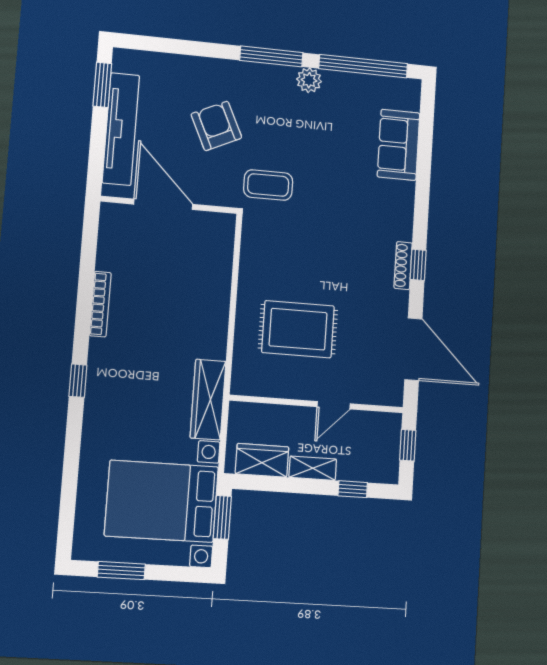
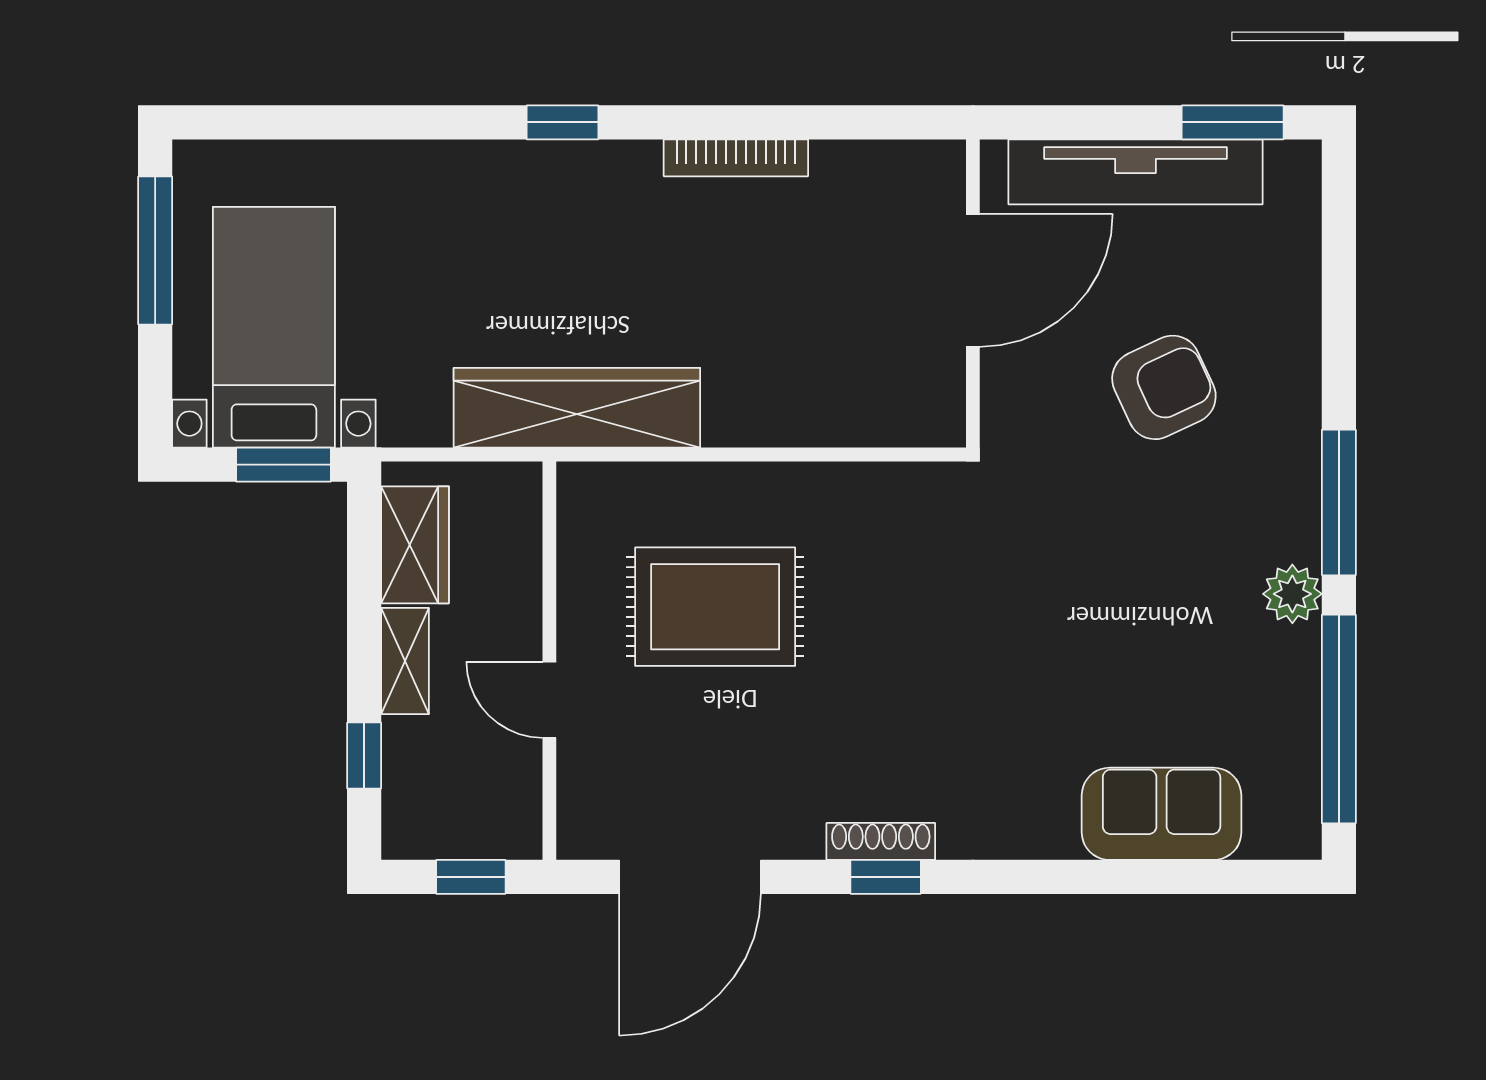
coffee table: (268, 185) -> (1039, 516), removed
rug: (298, 329) -> (715, 607), turned 90
wardrobe: (208, 400) -> (577, 408), width x1.40, depth x1.17
bed with nightstands: (162, 501) -> (274, 327), width x0.73
window: (121, 571) -> (155, 250), width x1.44

